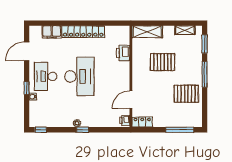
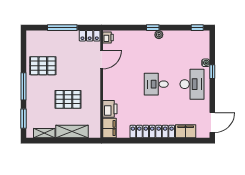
shelving: (147, 32) -> (72, 132), moved
filing cabinet: (123, 35) -> (110, 128), added
door: (27, 51) -> (212, 122), moved
desk: (79, 76) -> (156, 84), width x0.53, depth x0.77
window: (180, 130) -> (62, 28), moved

